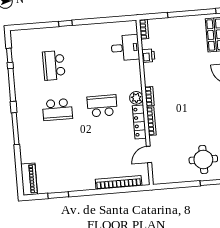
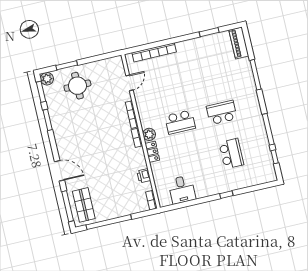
desk: (125, 48) -> (182, 190), moved, turned -90
locker: (139, 122) -> (152, 152), moved, width x0.66
window: (15, 129) -> (256, 75), moved

